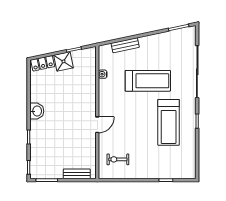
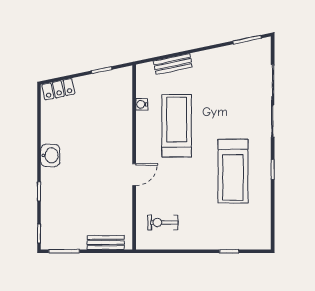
shower: (63, 61) -> (87, 87), removed
treadmill: (148, 81) -> (177, 126), moved, turned -90

